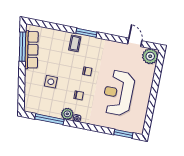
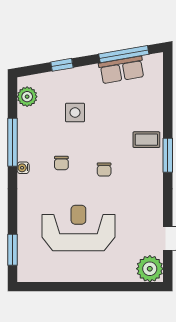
row of seats: (31, 50) -> (122, 70), width x0.68
window: (22, 84) -> (62, 65), added
plant: (67, 114) -> (27, 97), moved
window: (49, 119) -> (12, 142), moved

